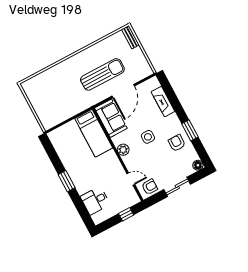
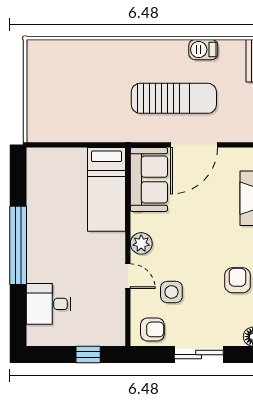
barbecue: (104, 45) -> (203, 50), added
side table: (148, 137) -> (171, 292), moved
door: (131, 179) -> (128, 276), moved
window: (67, 181) -> (18, 245), width x2.11

